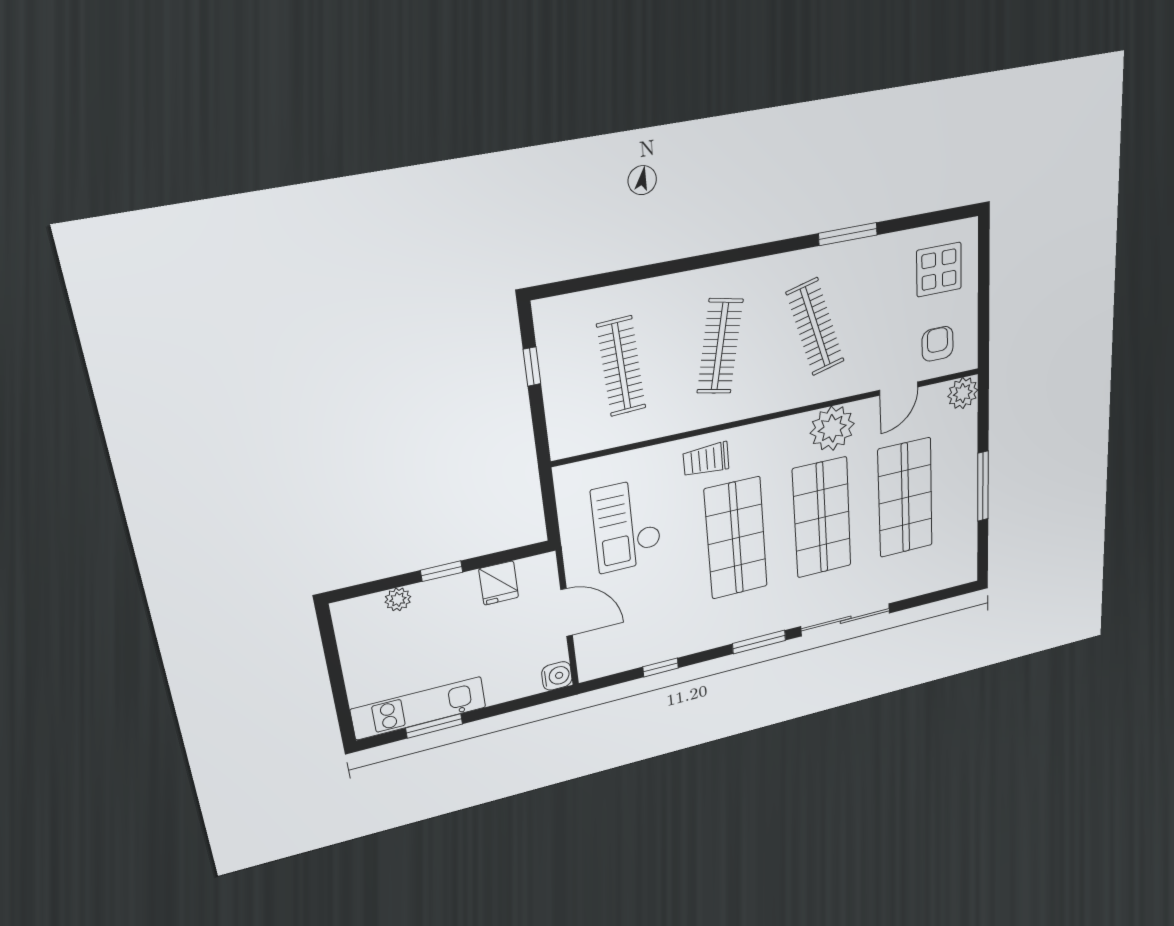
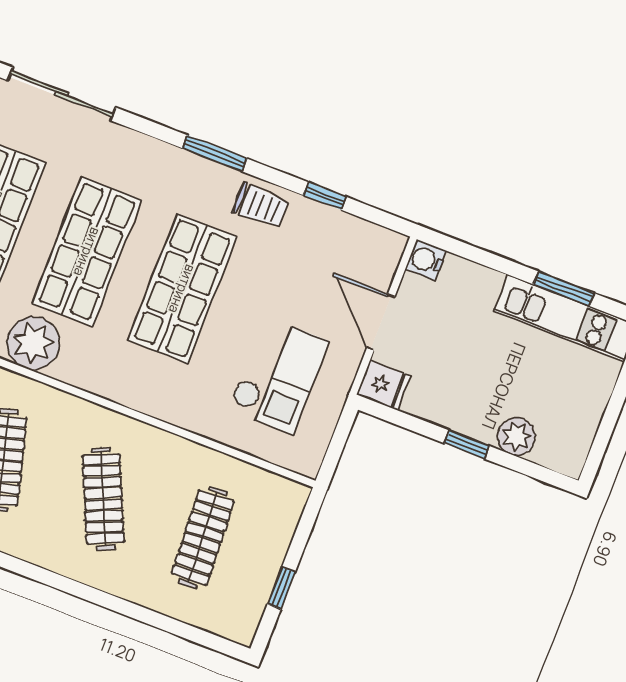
clothes rail: (720, 346) -> (103, 499), turned -36
trolley: (706, 460) -> (261, 206), moved
fridge: (499, 583) -> (384, 385), moved, turned 90
plant: (398, 599) -> (516, 436), width x1.38, depth x1.38
sliding door: (846, 620) -> (62, 94), moved

